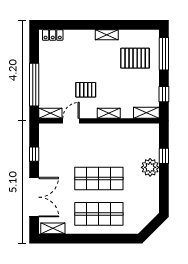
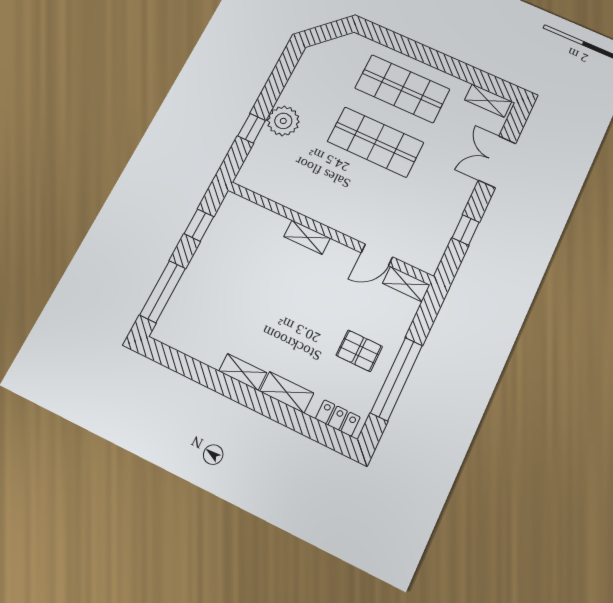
pallet: (135, 58) -> (215, 308), removed
window: (34, 85) -> (397, 379), moved
pallet: (86, 90) -> (359, 351), moved
shelving: (146, 113) -> (287, 392), moved
double door: (34, 197) -> (497, 162), width x0.73

